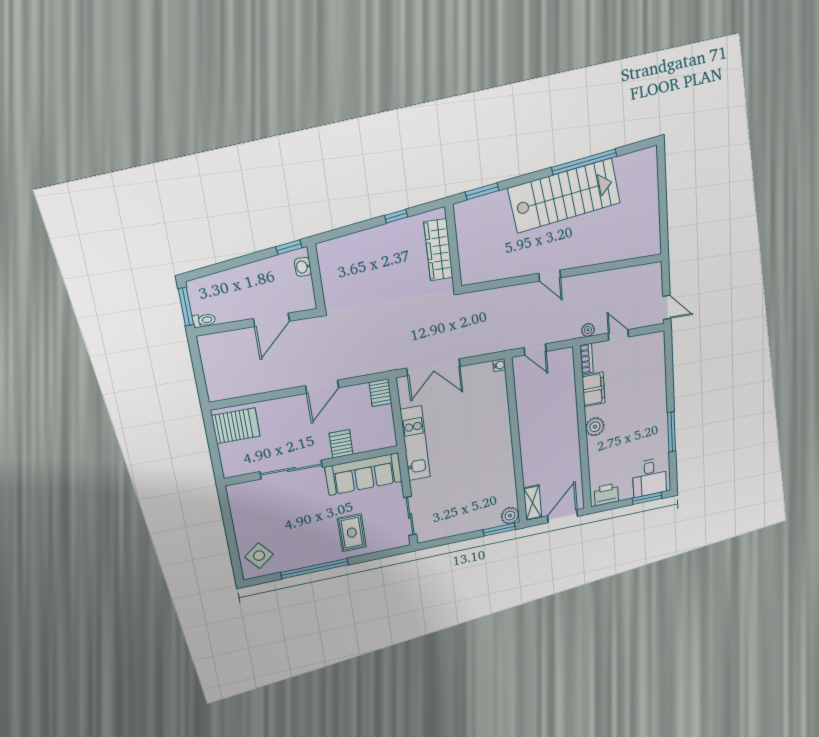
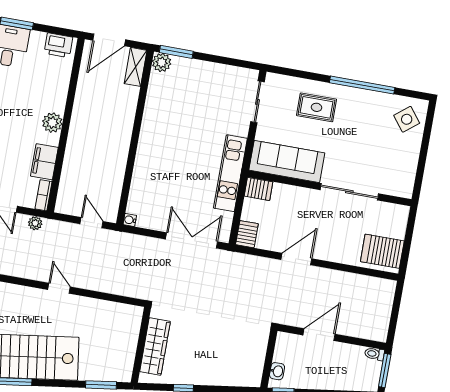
server rack: (341, 444) -> (259, 189), moved, turned -90
rug: (352, 533) -> (317, 107), turned 90

